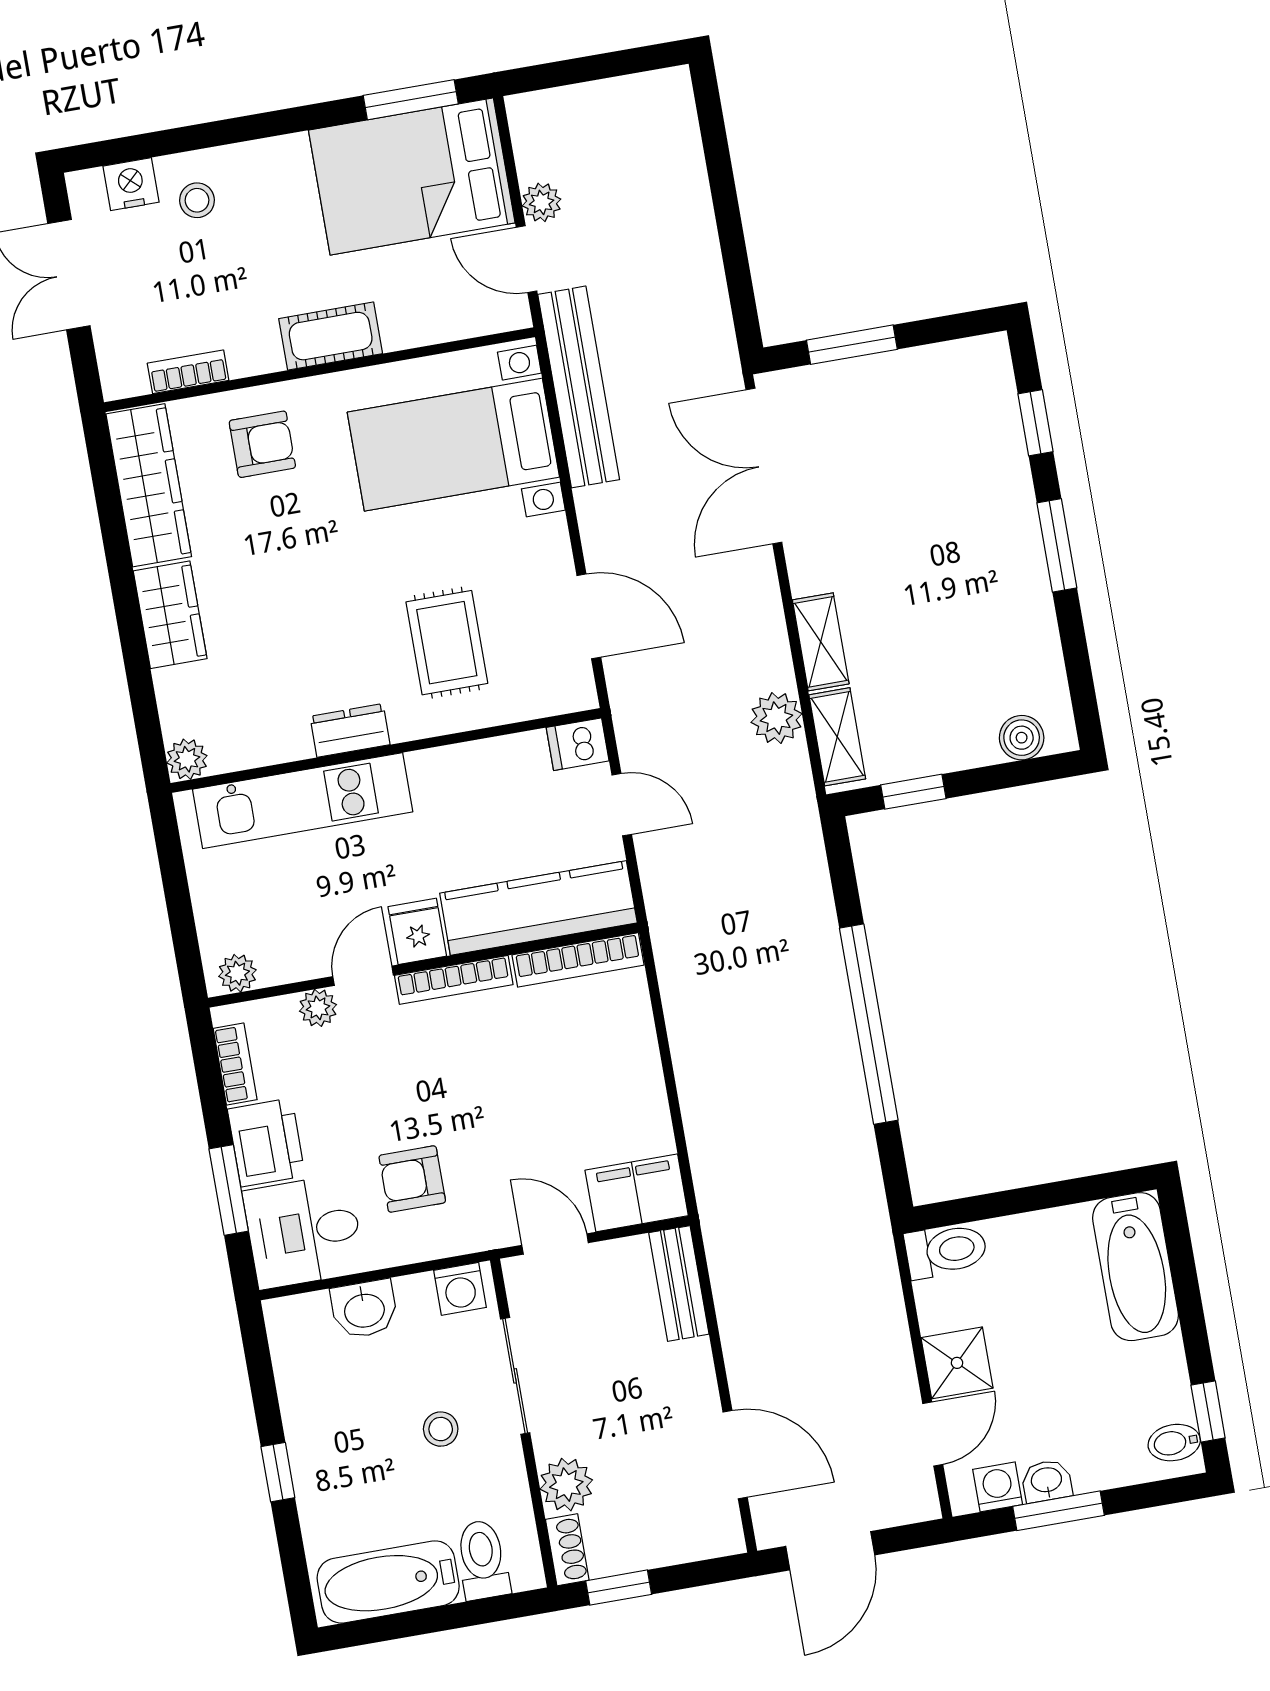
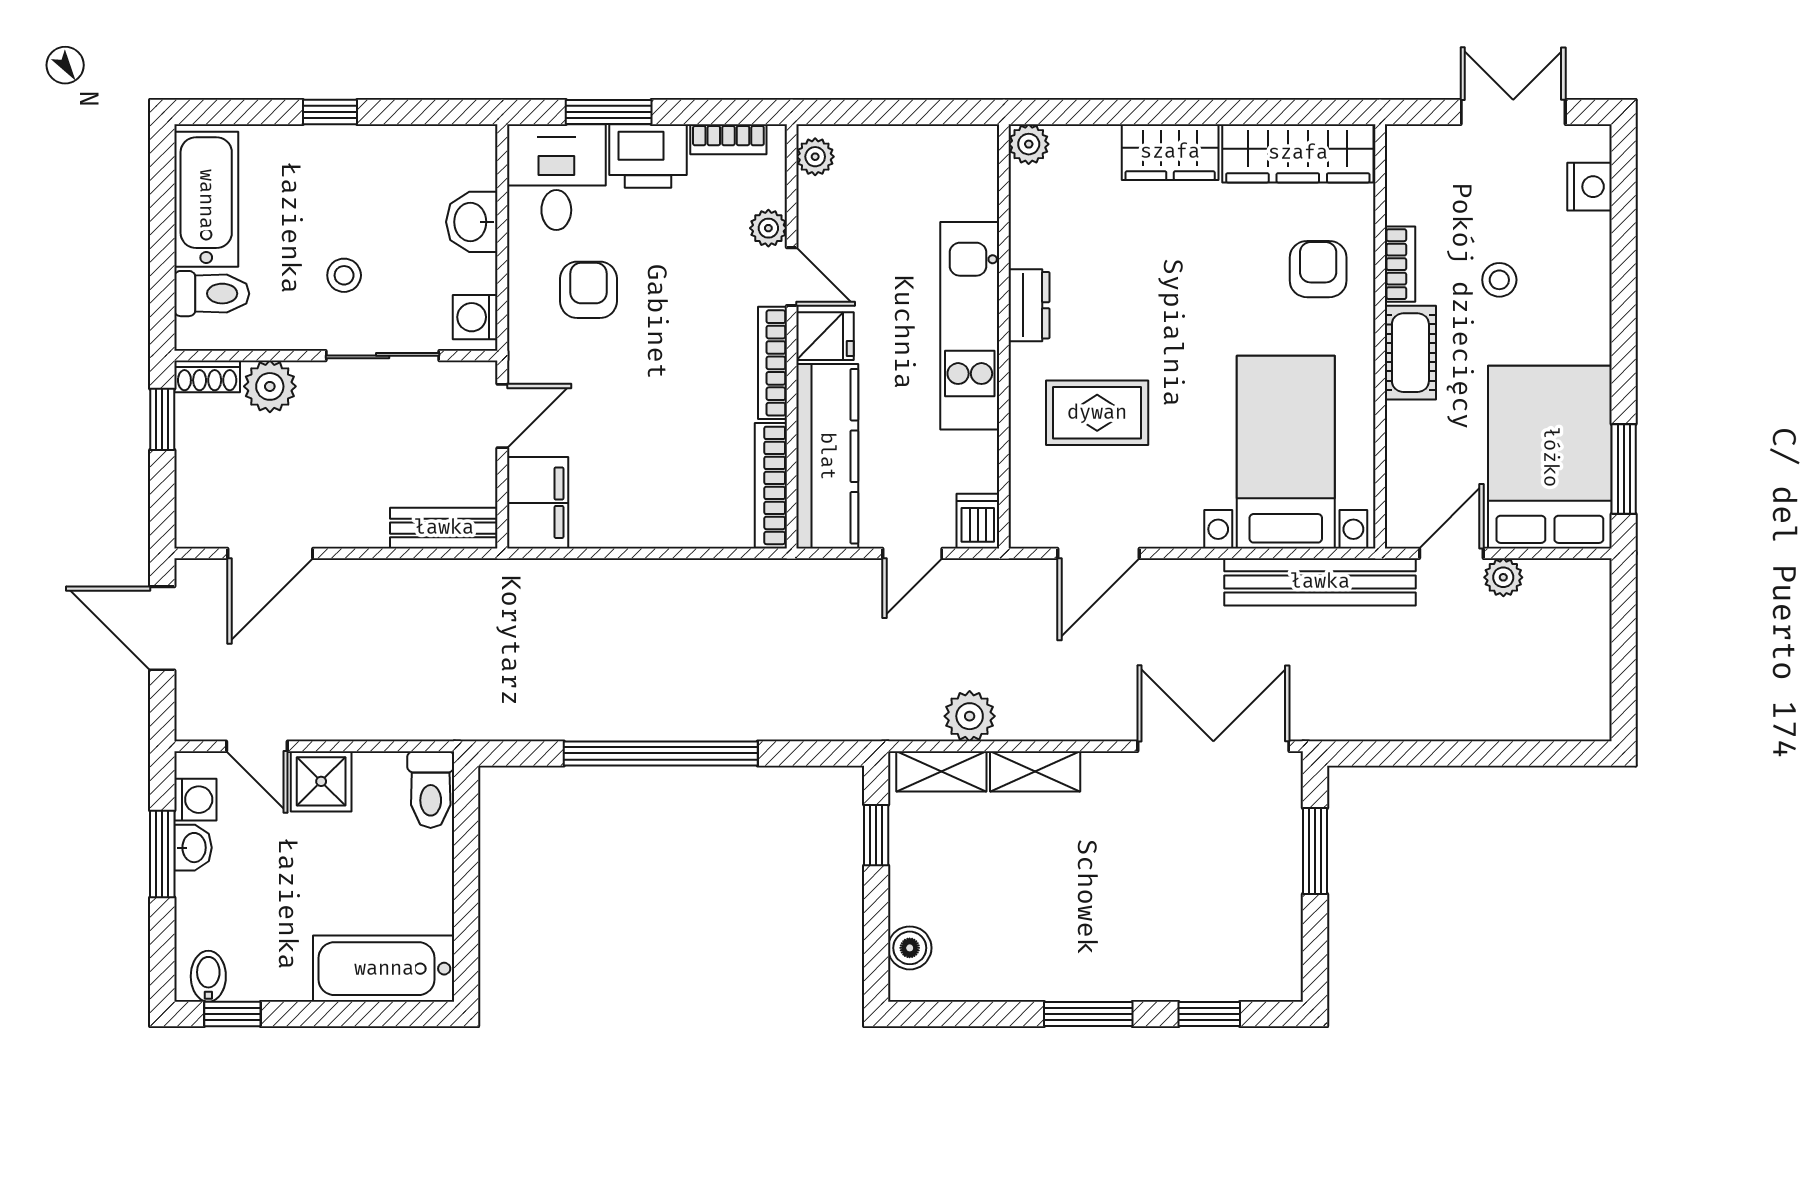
stool: (197, 200) -> (1499, 280), moved
bookcase: (188, 372) -> (1400, 264), moved
armchair: (262, 444) -> (1318, 269), turned 180
kitchen unit: (303, 801) -> (970, 326), moved

